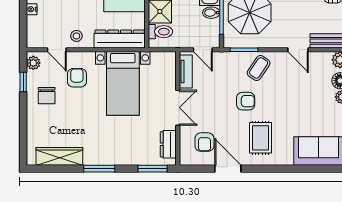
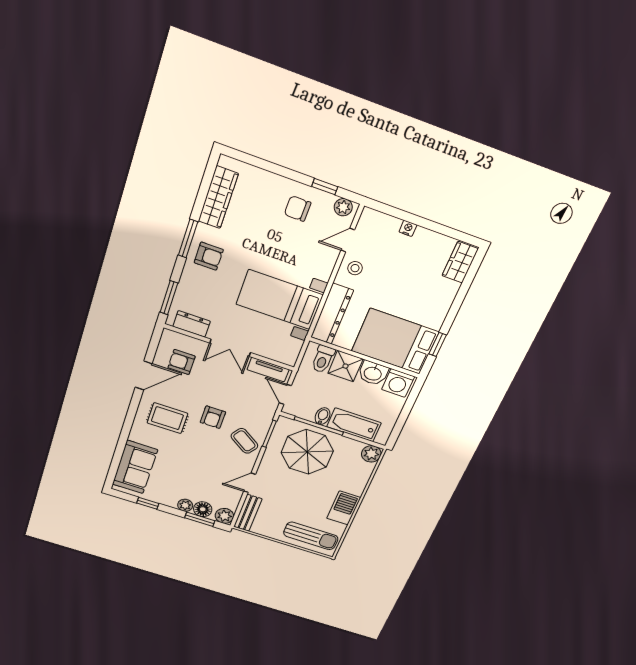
door: (203, 50) -> (285, 394), hinge flipped
armchair: (77, 78) -> (209, 256), moved

